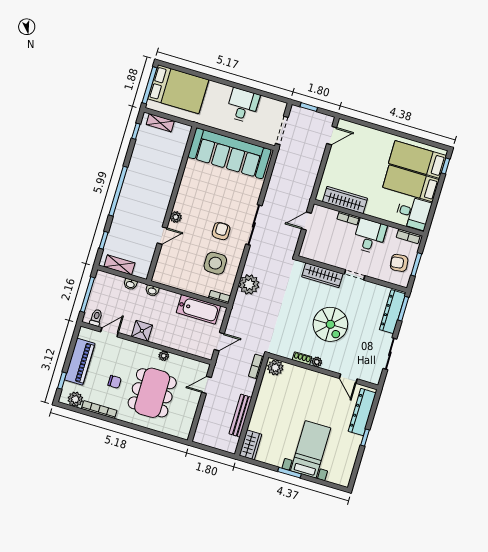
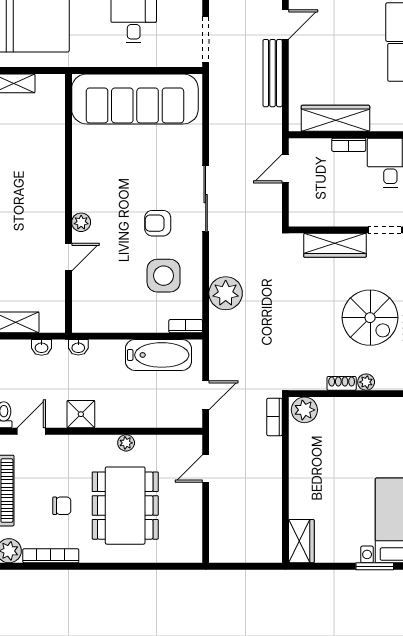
armchair: (221, 231) -> (158, 223), turned -90
bench: (241, 416) -> (273, 73), moved

